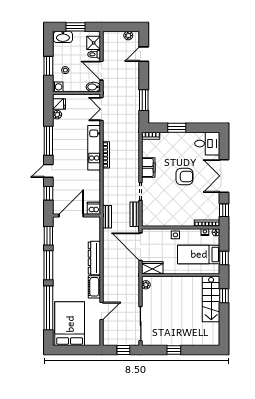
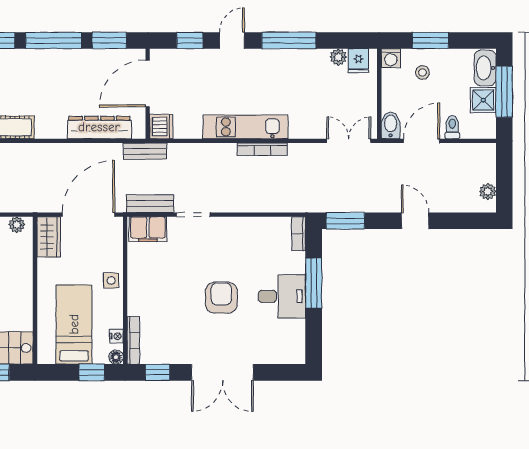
window: (76, 27) -> (504, 92), width x1.44
shower: (94, 43) -> (483, 100), moved
door: (144, 54) -> (415, 221), moved
window: (144, 100) -> (345, 221), moved
window: (177, 128) -> (314, 283), width x1.44
desk: (207, 144) -> (282, 296), moved, turned -90
kitchen unit: (94, 148) -> (245, 127), moved
filing cabinet: (148, 167) -> (148, 229), moved
door: (48, 171) -> (232, 40), hinge flipped
double door: (224, 176) -> (222, 372), swing flipped
armchair: (184, 177) -> (221, 298), turned 180
door: (71, 215) -> (148, 84), swing flipped
dresser: (94, 258) -> (99, 127), moved
window: (224, 258) -> (92, 372), moved

